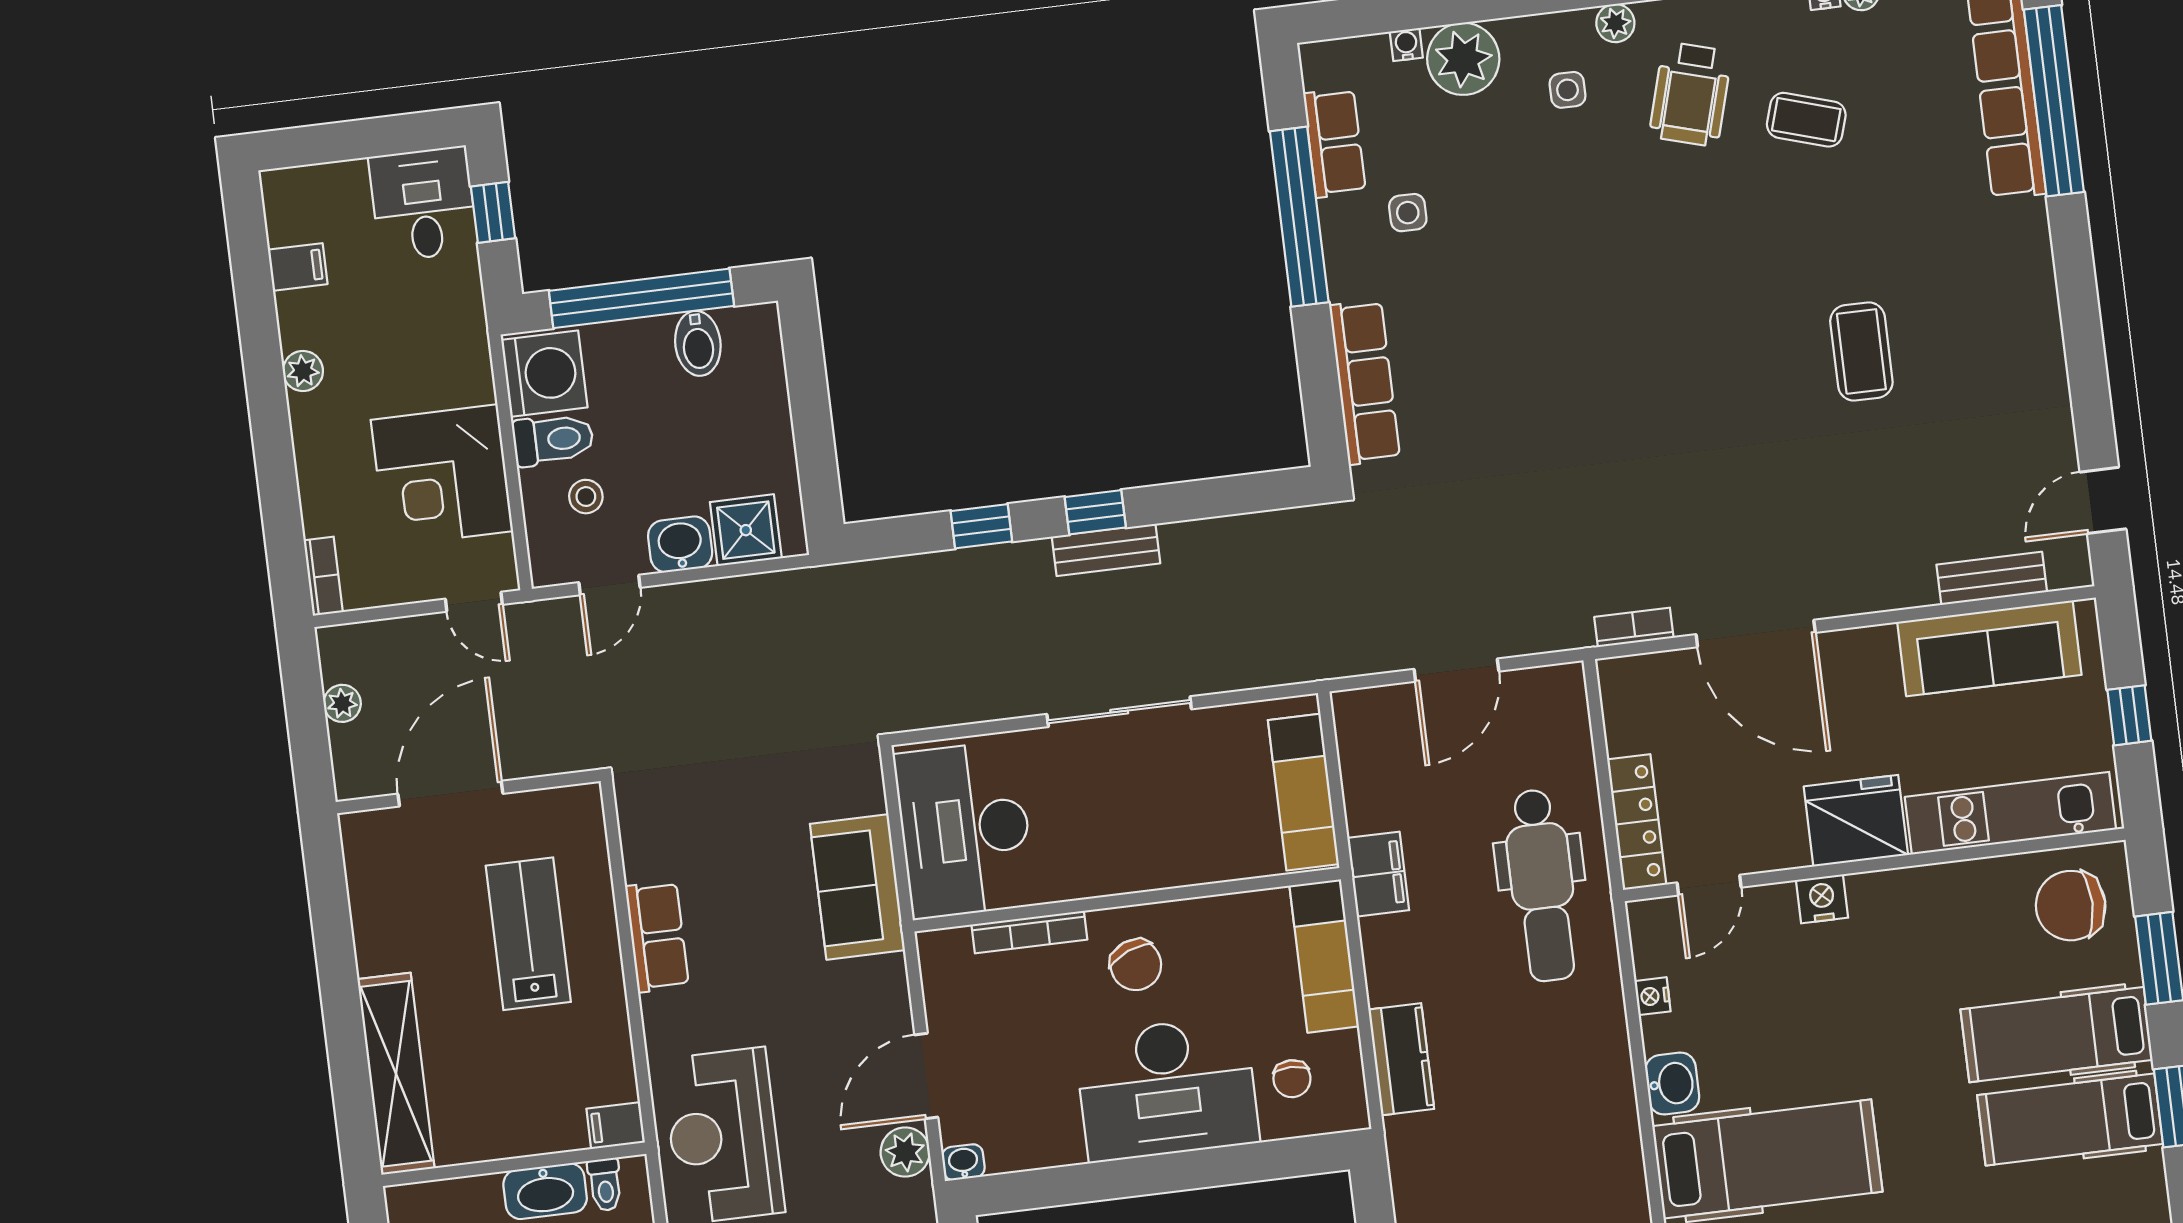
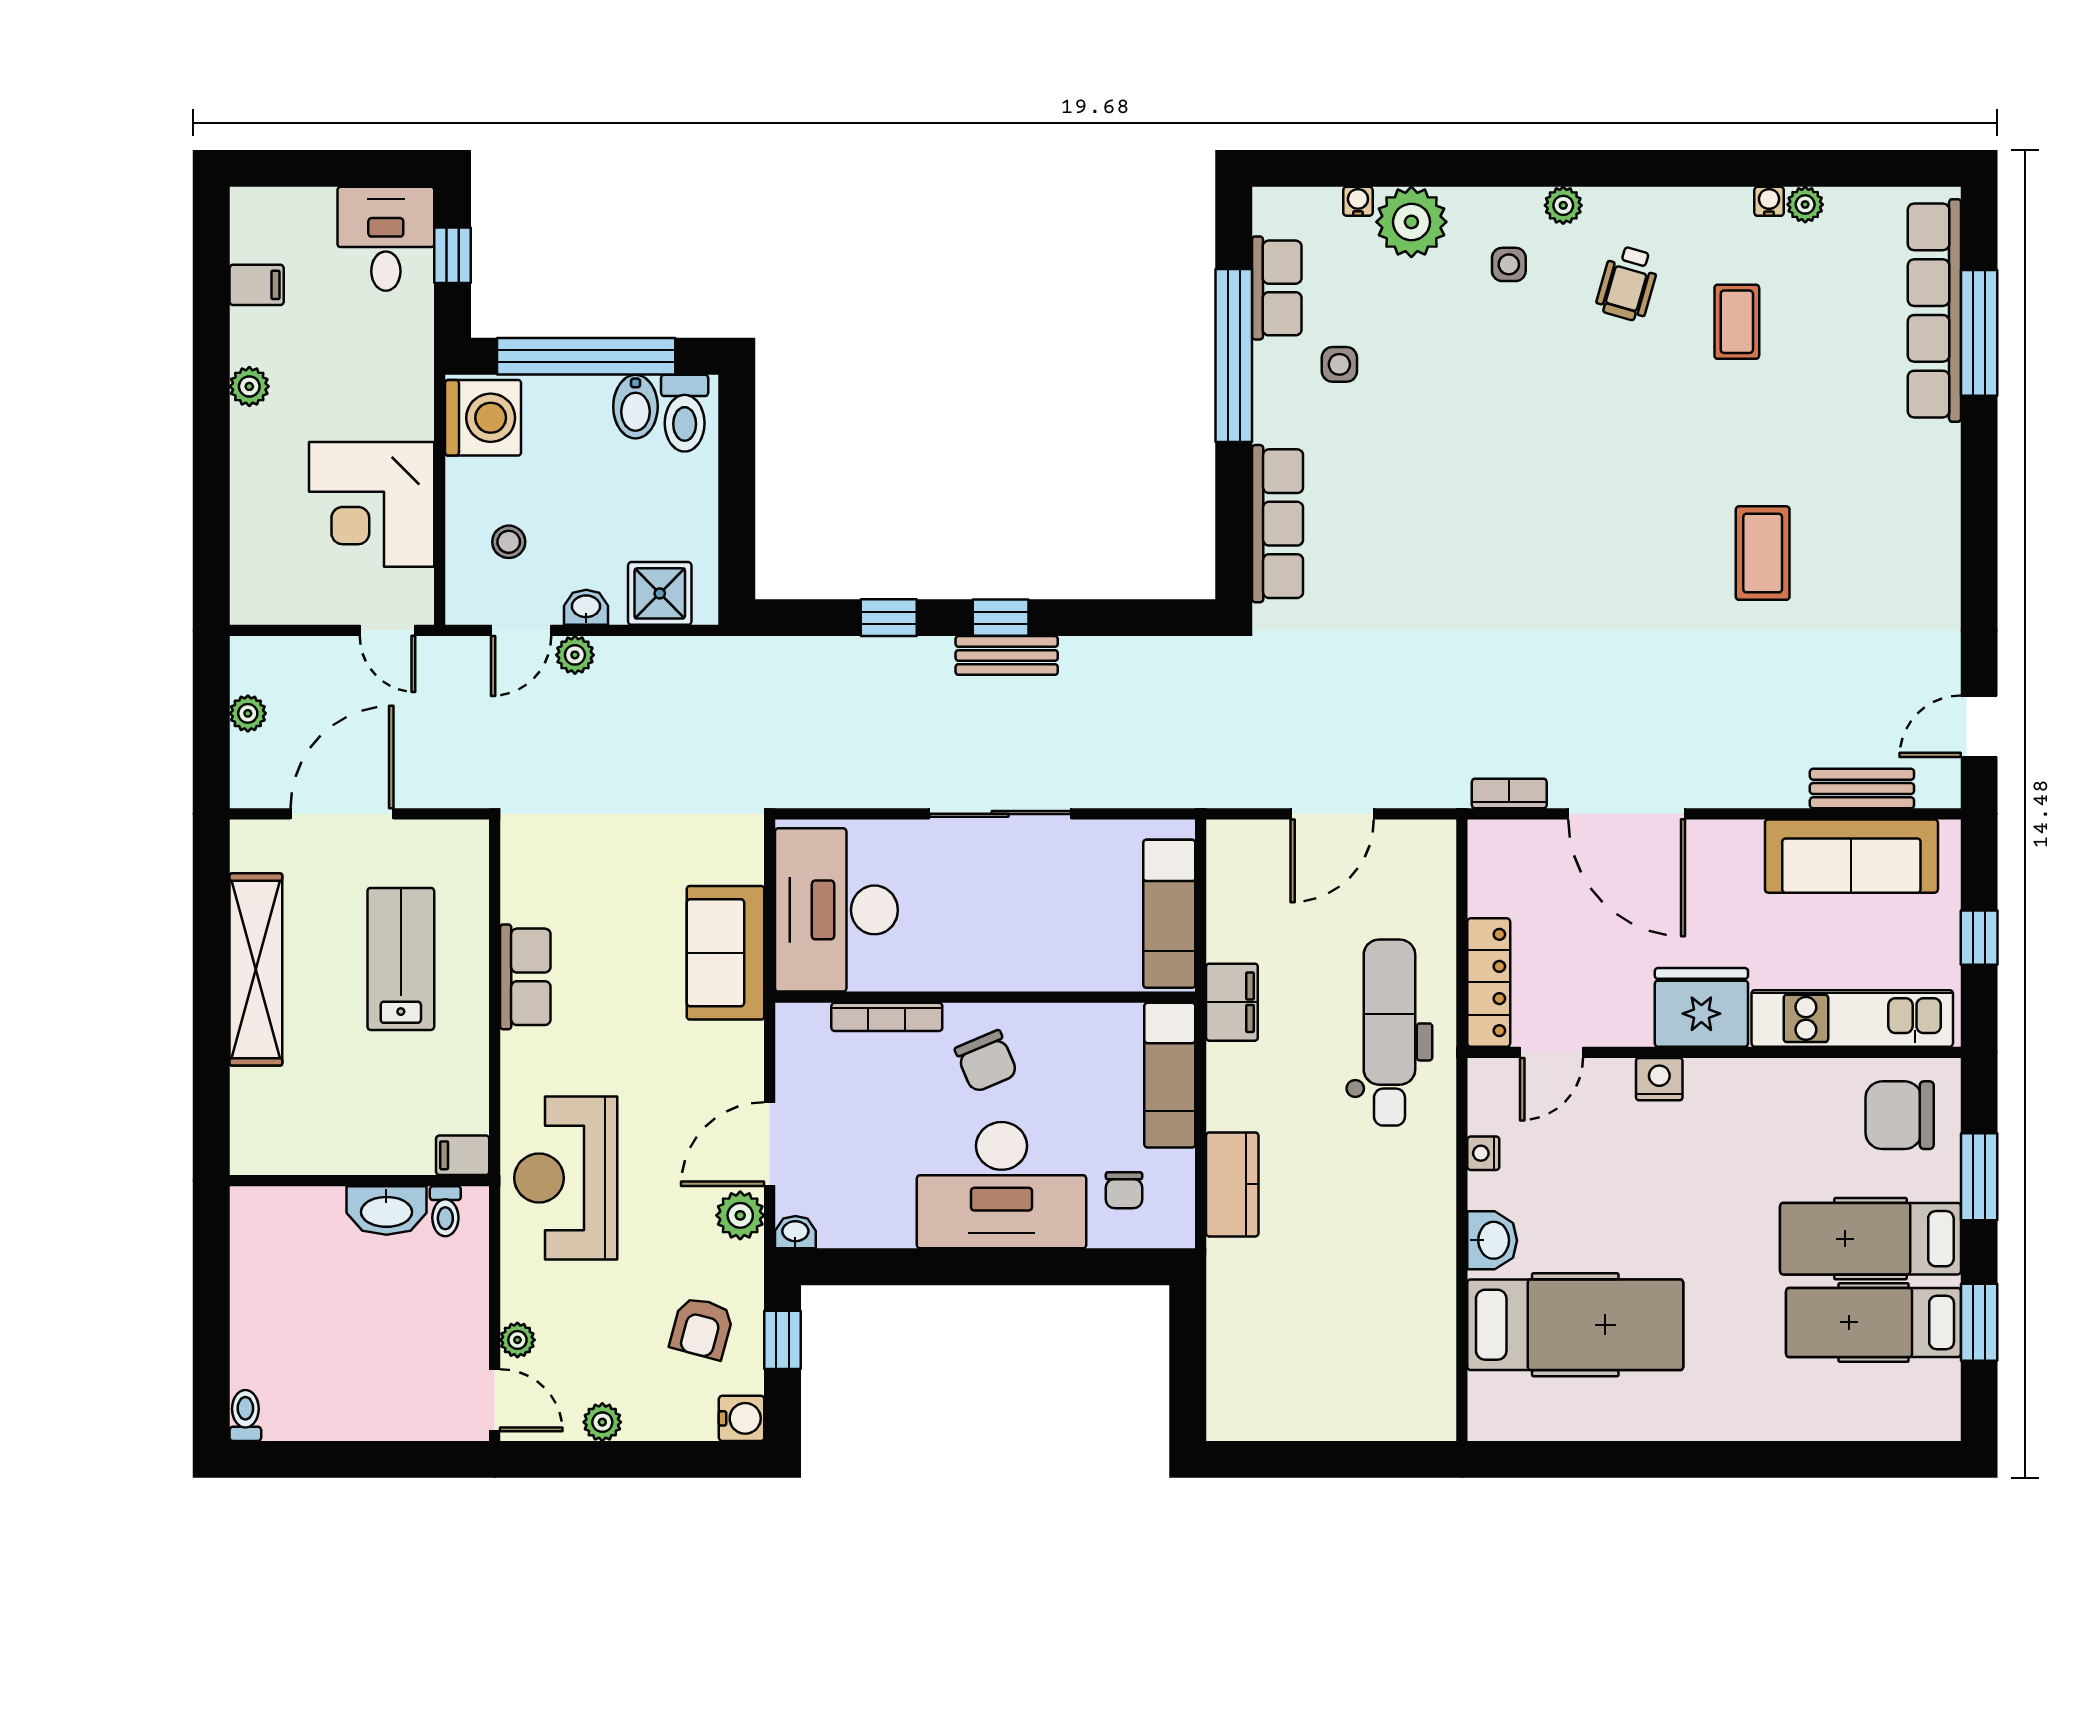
wheelchair: (1691, 94) -> (1628, 283), width x0.73, depth x0.73
window: (2054, 101) -> (1979, 333), width x0.68
coffee table: (1806, 120) -> (1737, 322), turned 73
toilet: (553, 440) -> (685, 413), moved, turned 90
washbasin: (680, 544) -> (586, 607), width x0.72, depth x0.69
bookcase: (323, 576) -> (245, 588), removed
plant: (667, 603) -> (575, 655), added
dental chair: (1542, 885) -> (1389, 1033), turned 180
shelving: (396, 1074) -> (256, 969), moved

